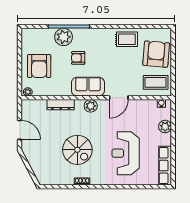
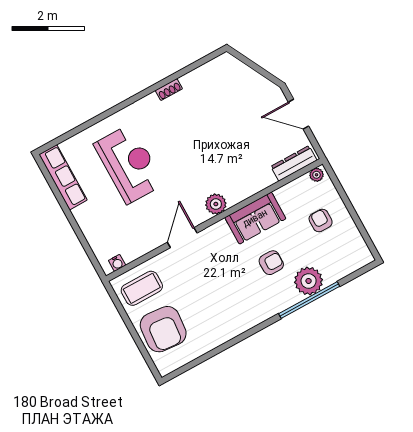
rug: (127, 39) -> (216, 327), removed
armchair: (39, 66) -> (321, 220), width x0.53, depth x0.53
sofa: (88, 87) -> (255, 218), moved
dresser: (61, 105) -> (294, 163), moved
plant: (165, 127) -> (94, 233), removed
spiral stairs: (77, 150) -> (200, 131), removed

